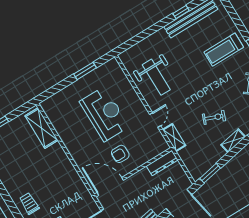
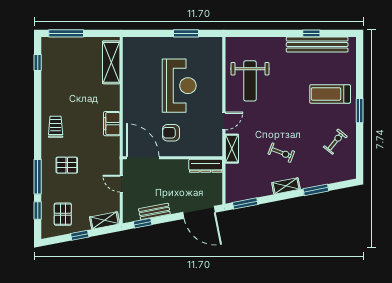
filing cabinet: (71, 175) -> (112, 124), added

